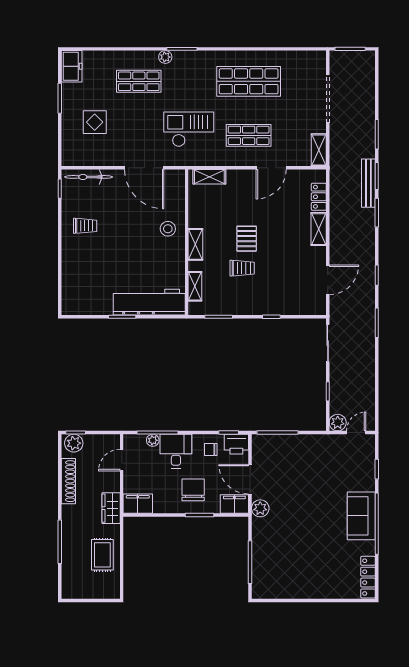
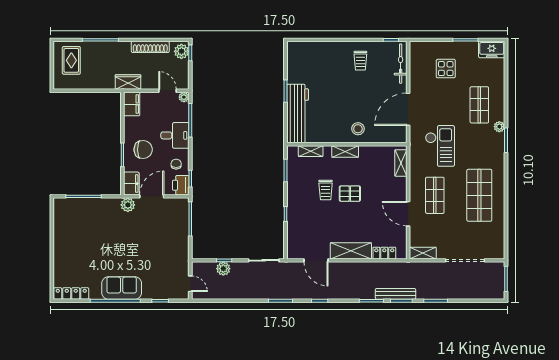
shelving: (319, 229) -> (351, 251), width x1.50, depth x1.33
plant: (338, 423) -> (223, 269), moved
plant: (153, 440) -> (184, 97), moved
rug: (102, 555) -> (71, 60), moved, turned 90

